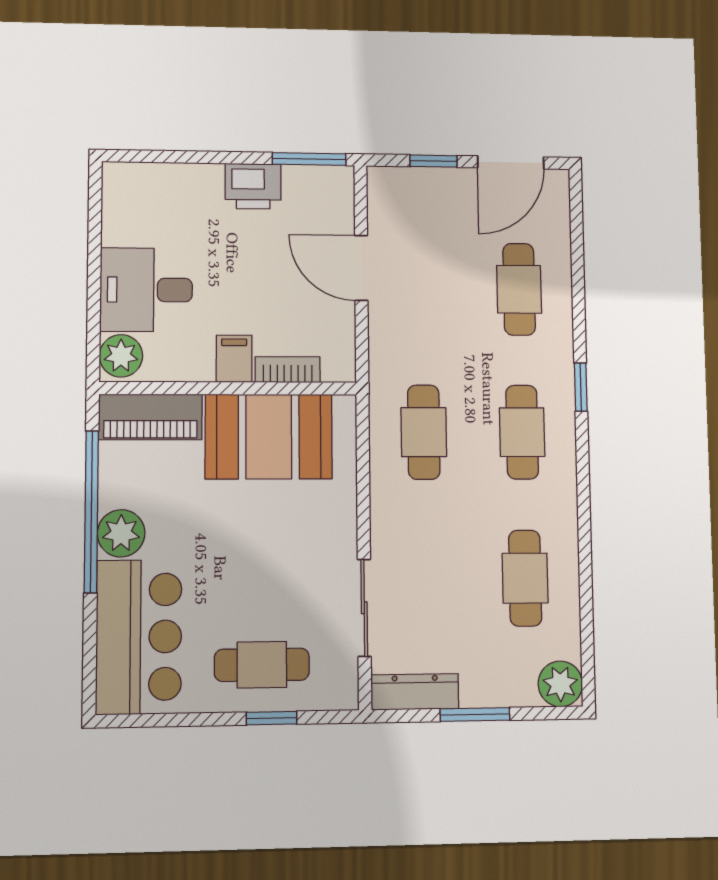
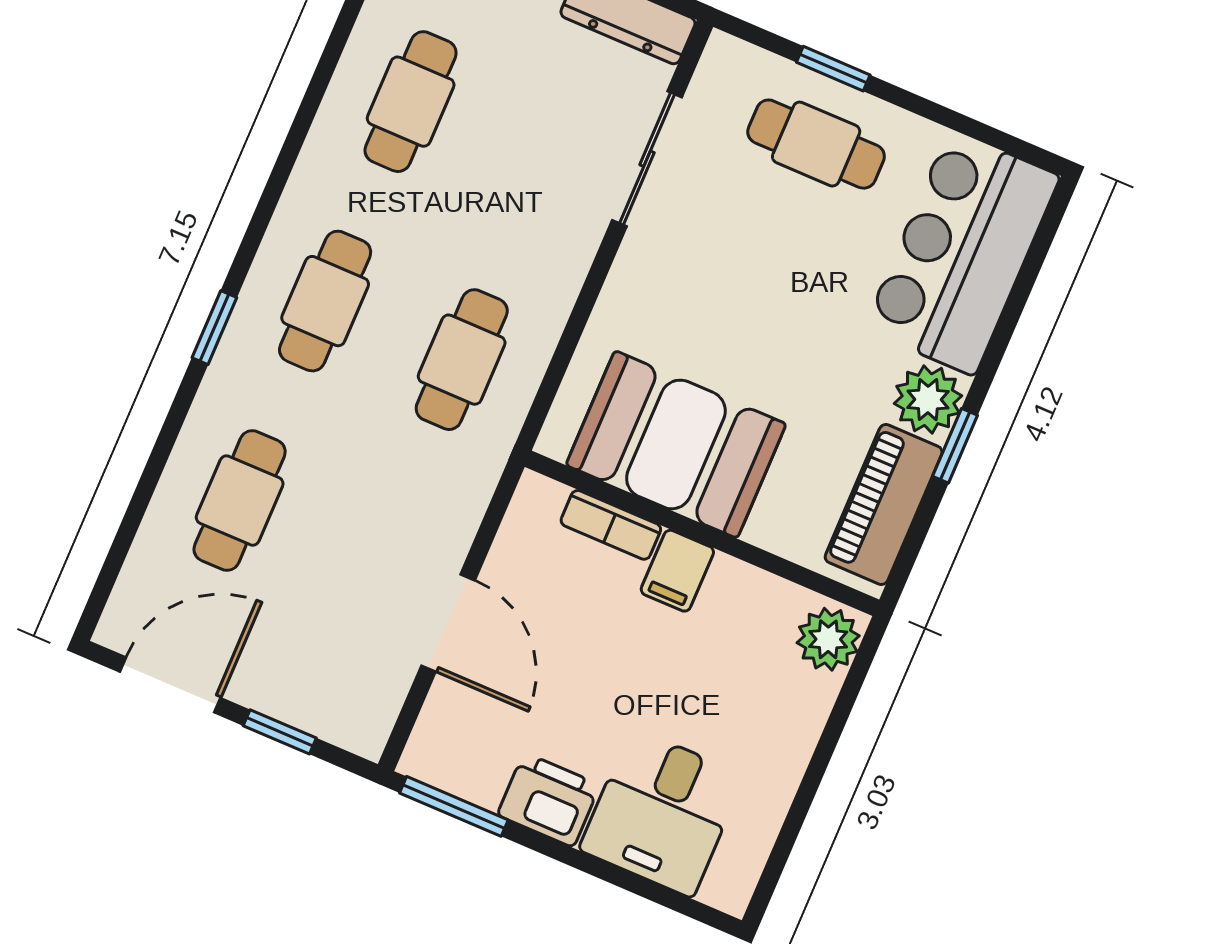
desk: (146, 290) -> (662, 813), moved, turned 90
piano: (150, 417) -> (884, 505), moved, turned -90
window: (91, 512) -> (955, 446), width x0.32

